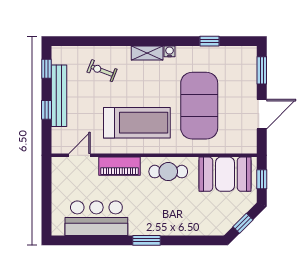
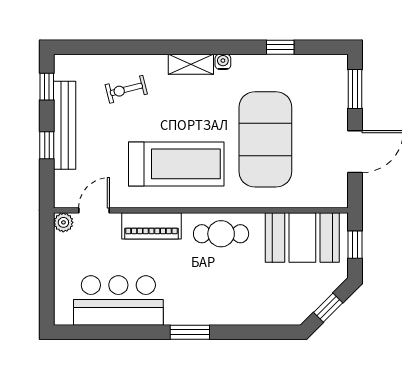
exercise bike: (102, 71) -> (126, 89), turned -35
plant: (58, 164) -> (63, 222), added

